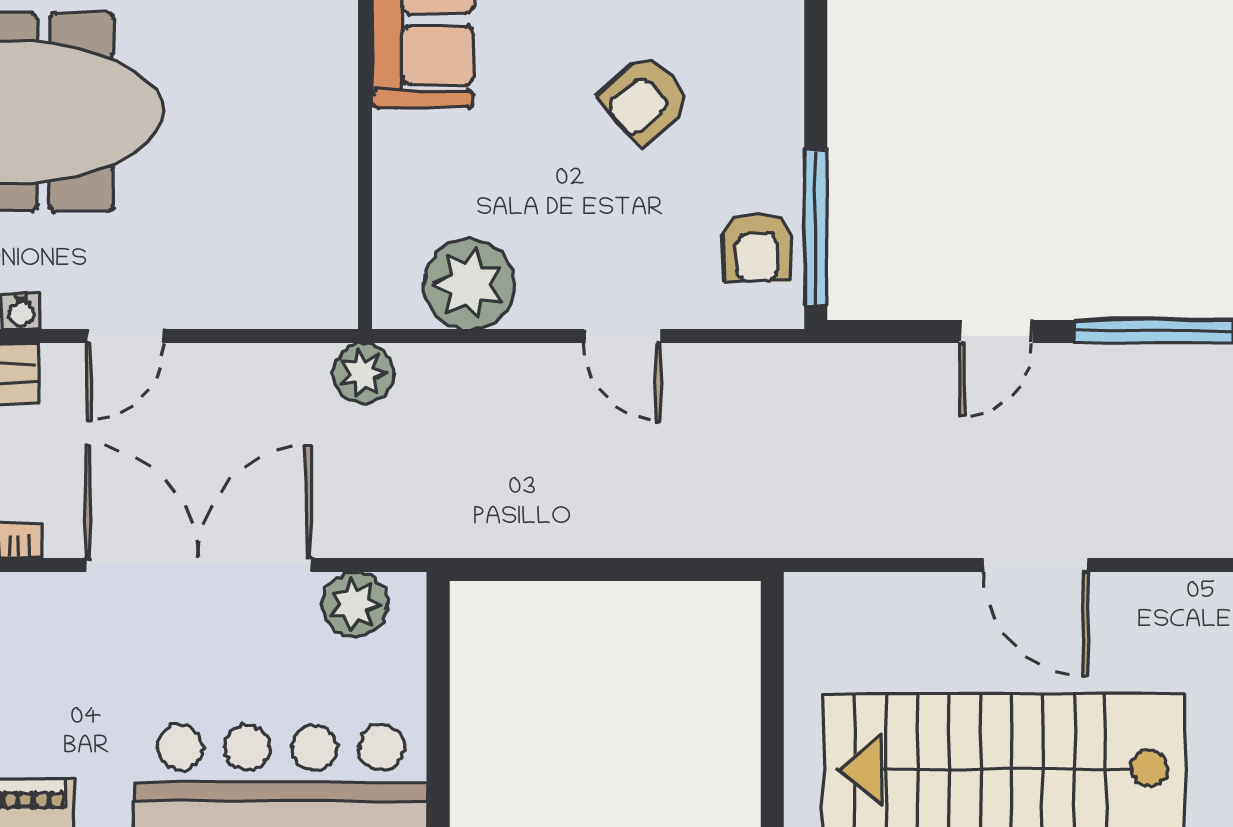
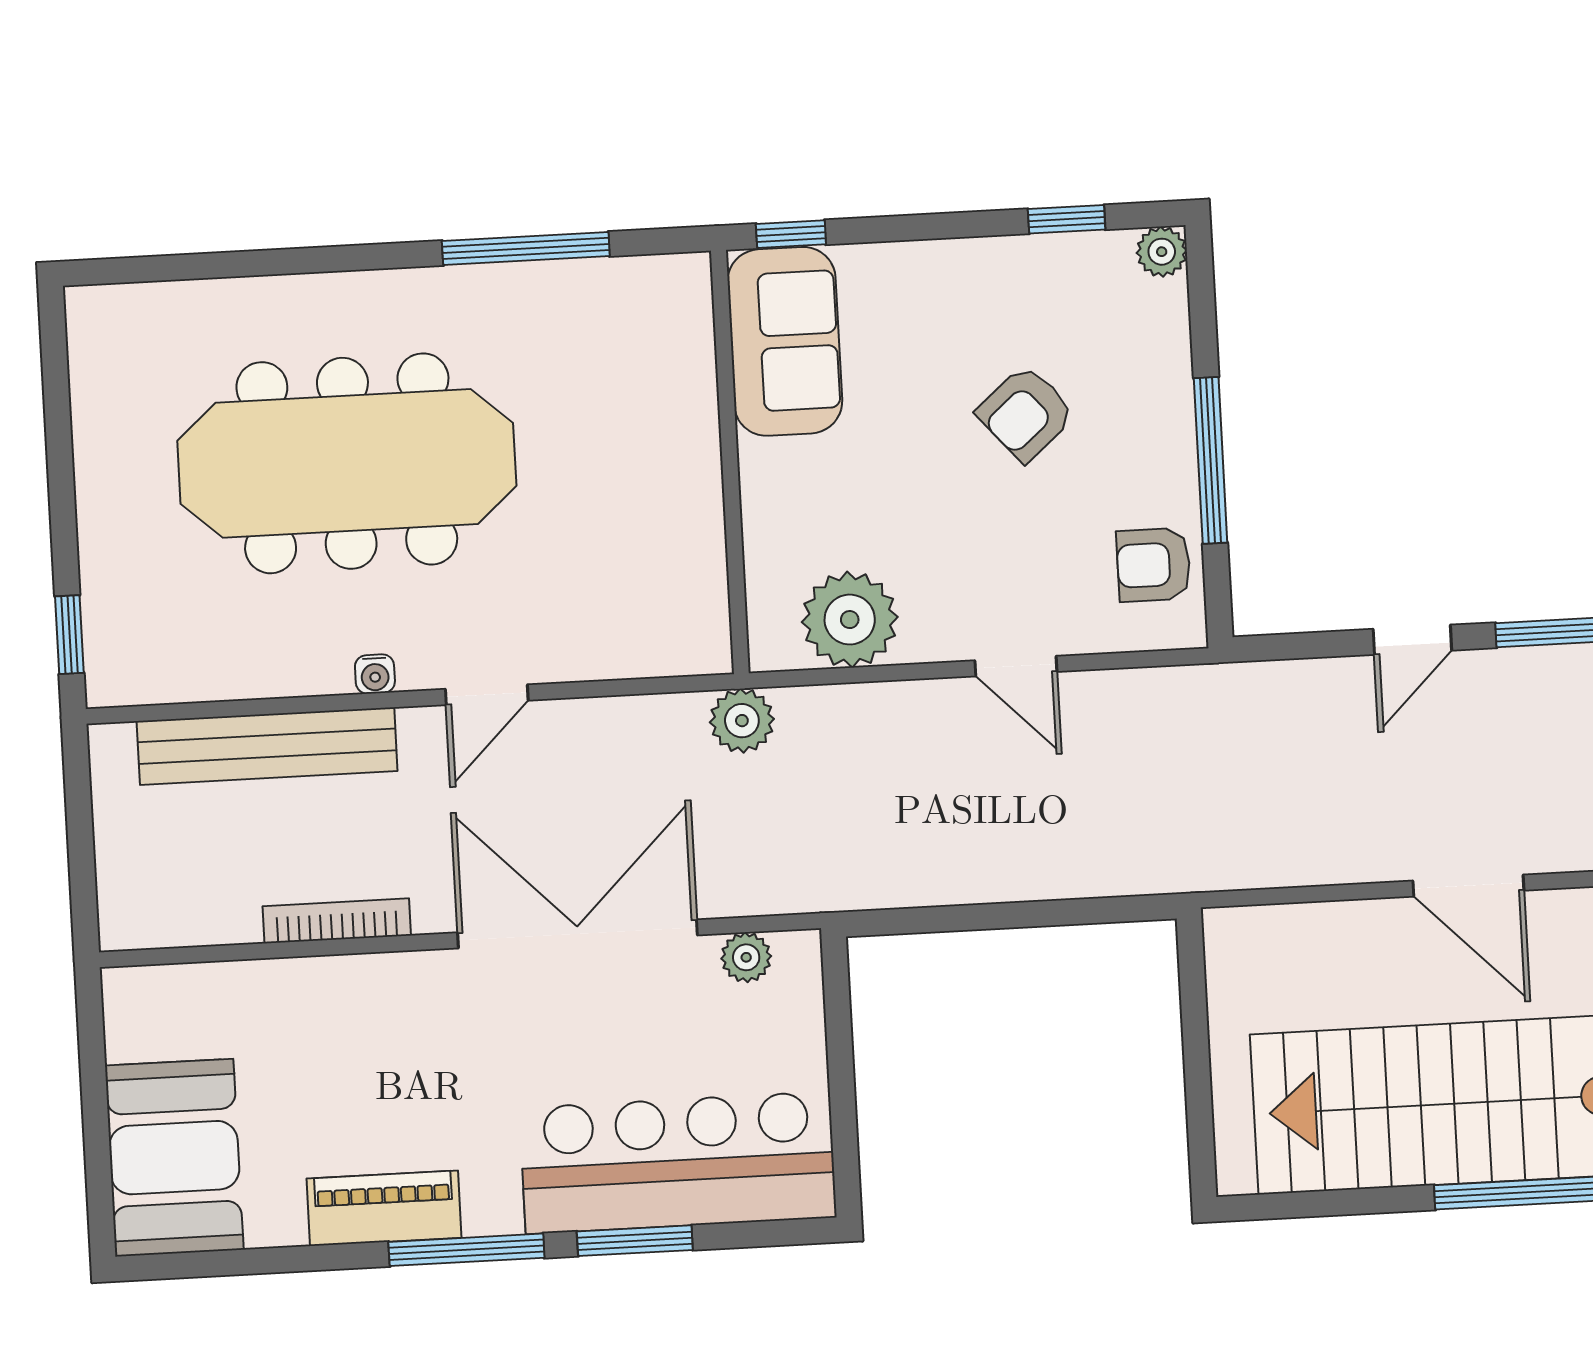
window: (816, 227) -> (1211, 460), moved
armchair: (757, 248) -> (1154, 565), turned 90
plant: (355, 604) -> (746, 957), width x0.73, depth x0.73

